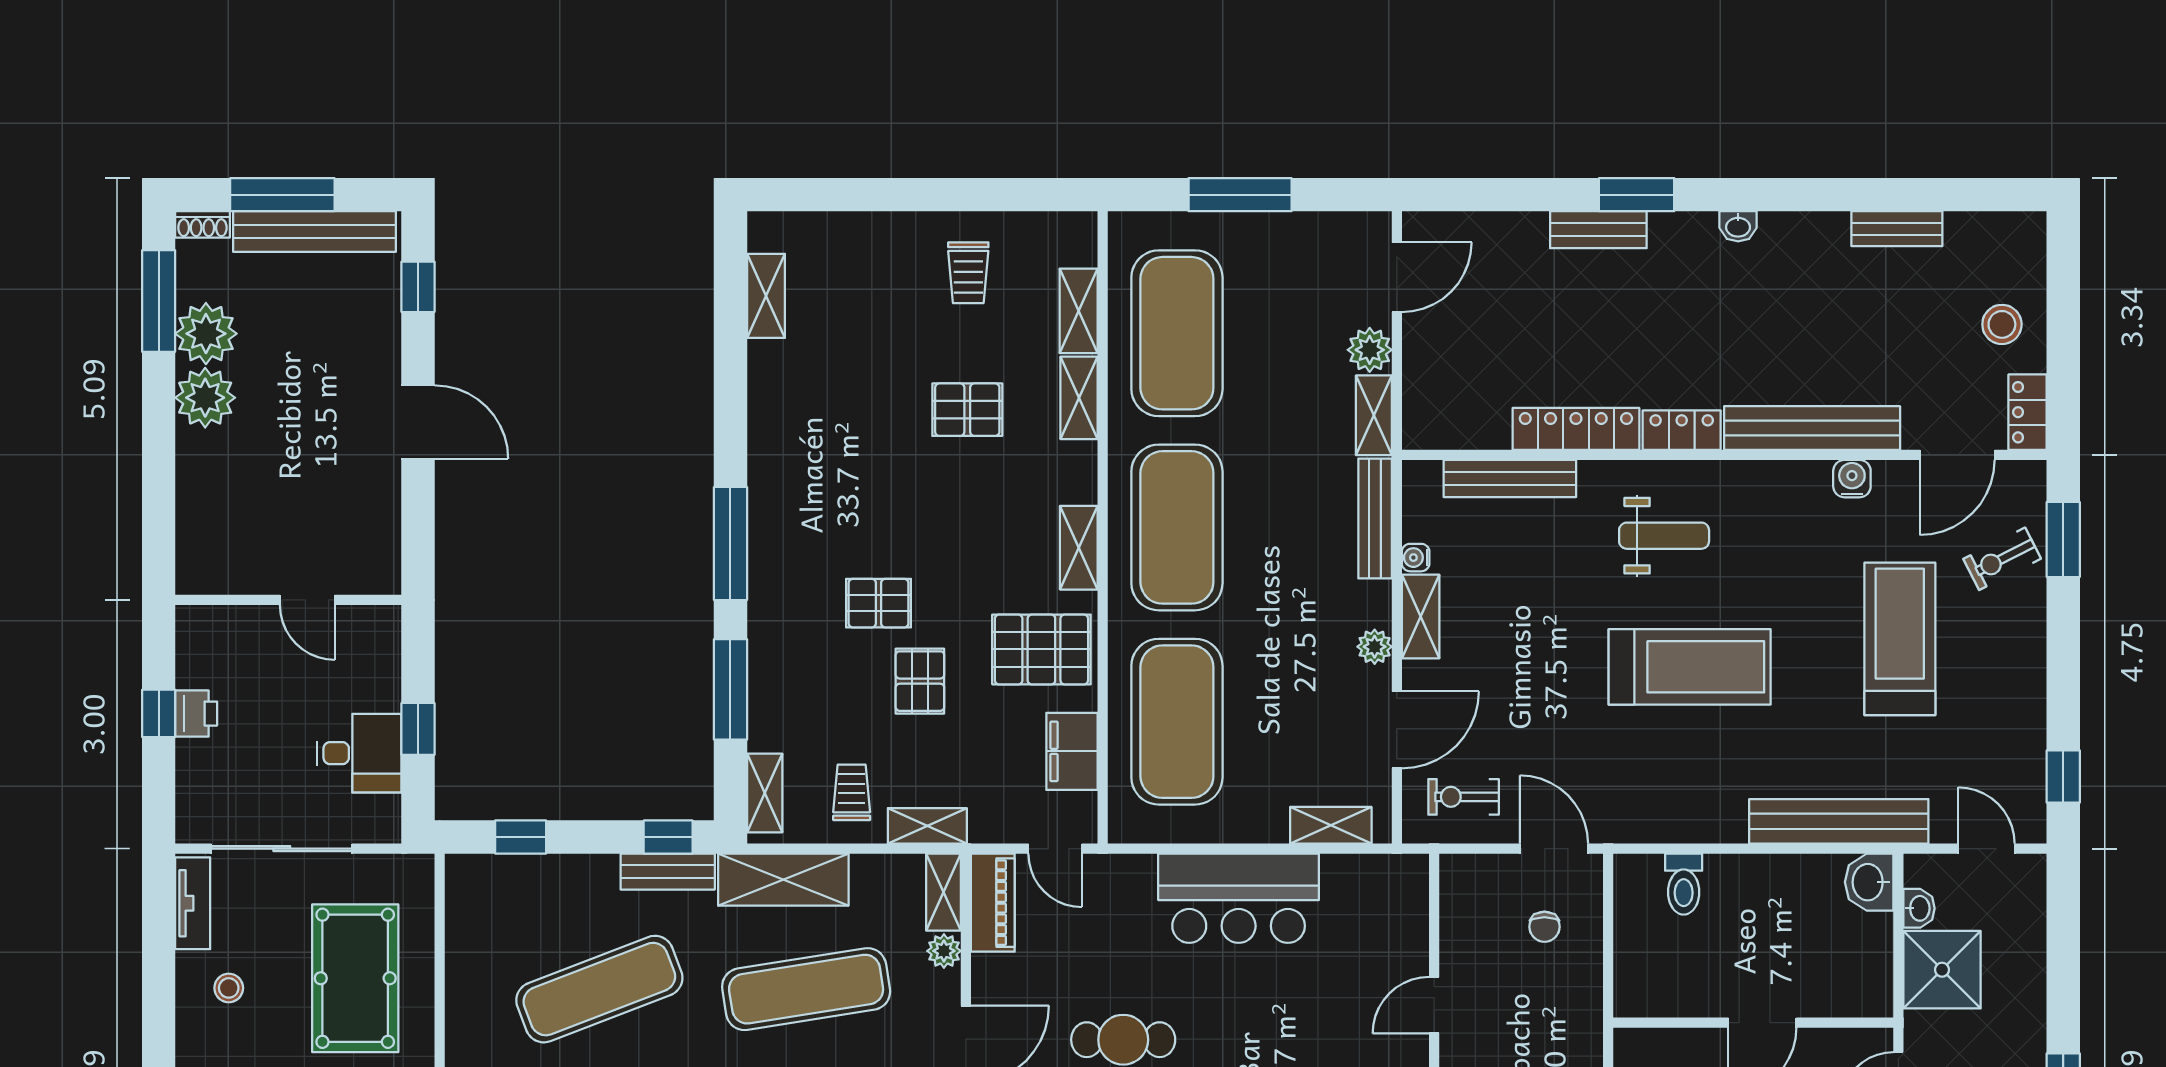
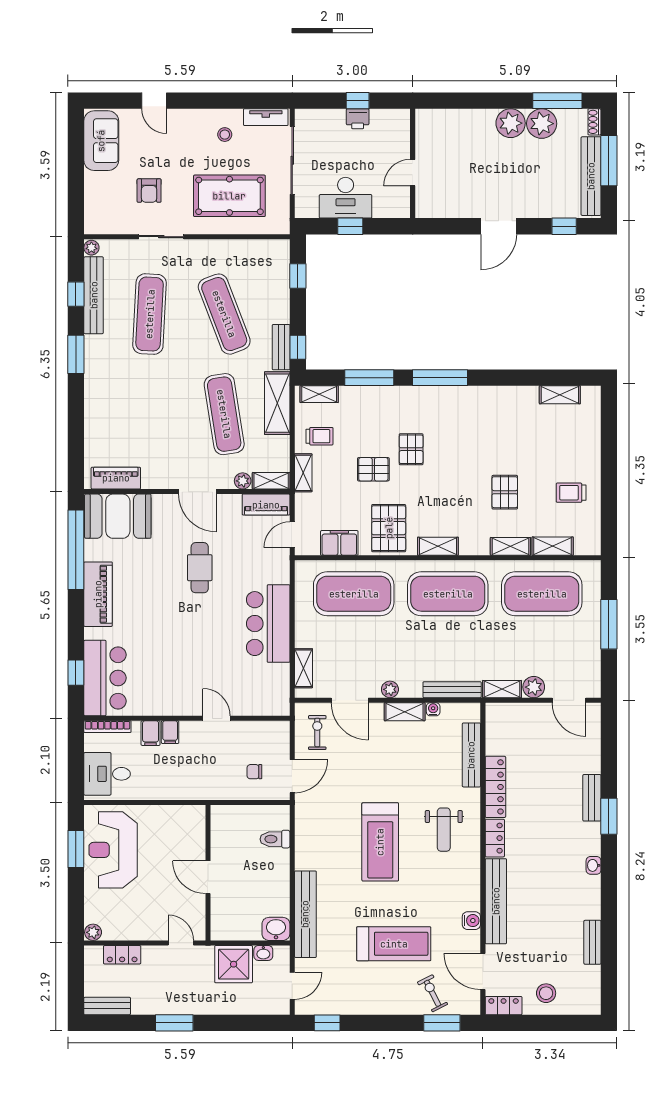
desk: (359, 753) -> (346, 198), width x1.37

